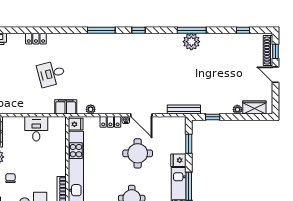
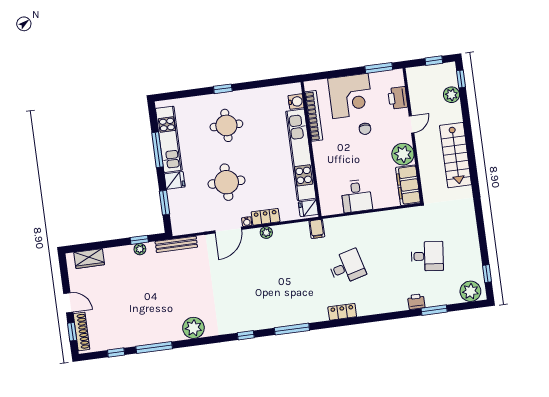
window: (192, 30) -> (154, 347), moved
locker: (36, 39) -> (342, 312), moved
plant: (191, 42) -> (193, 328), moved
filing cabinet: (66, 107) -> (317, 229), width x0.50
plant: (91, 109) -> (266, 233), moved
plant: (237, 110) -> (140, 249), moved
door: (141, 115) -> (228, 230), swing flipped
chair: (10, 178) -> (365, 129), moved

